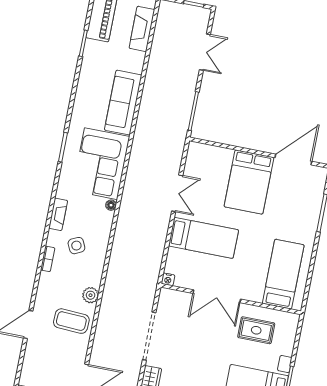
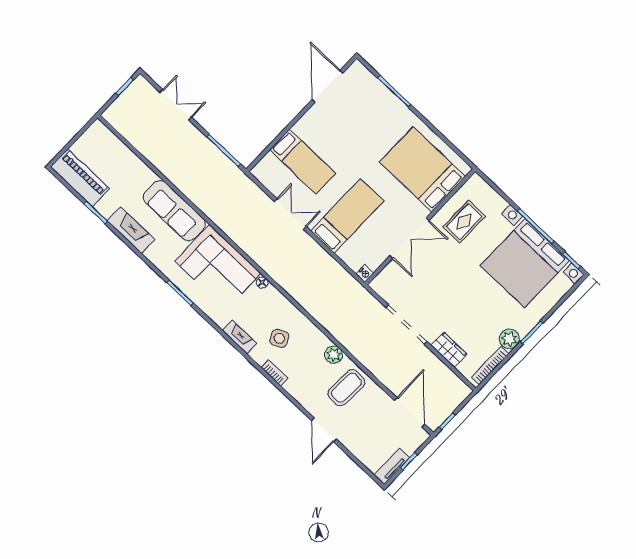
fireplace: (142, 29) -> (131, 230), moved, turned 180
bed: (249, 182) -> (303, 161), moved, width x0.67
bed: (283, 274) -> (422, 169), width x1.50

